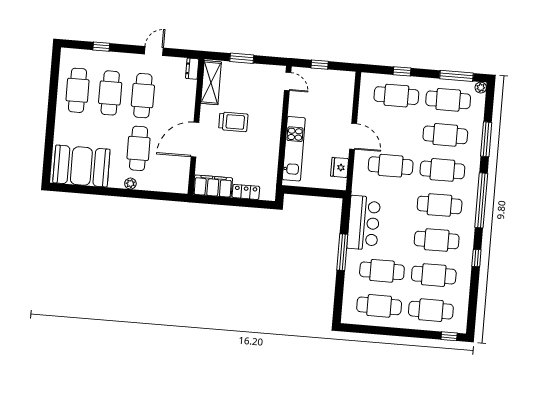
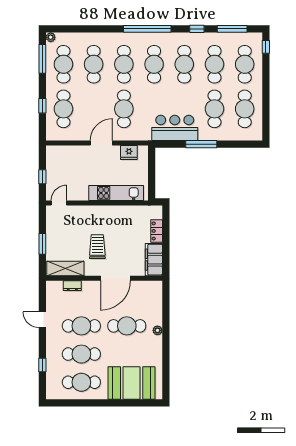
dresser: (192, 69) -> (72, 286), moved
window: (486, 139) -> (232, 29), moved
door: (195, 140) -> (115, 278), hinge flipped
booth: (81, 166) -> (132, 383), moved, turned 90

